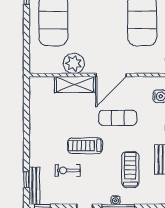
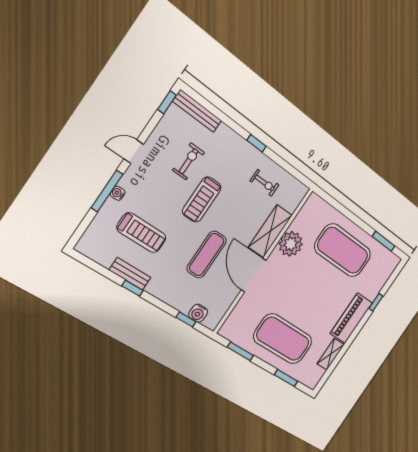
exercise bike: (47, 111) -> (265, 183), added
treadmill: (85, 146) -> (202, 199), turned 180
window: (26, 180) -> (257, 143), moved

